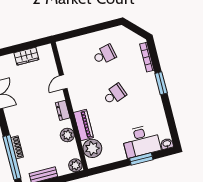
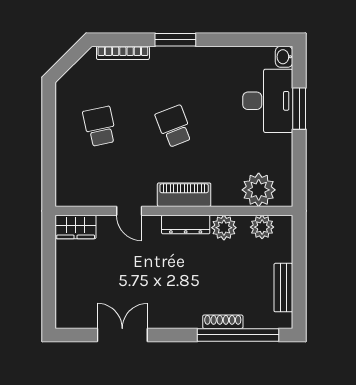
wardrobe: (26, 56) -> (76, 227), moved, turned 90
dresser: (63, 110) -> (186, 225), width x1.44
piano: (83, 125) -> (184, 195), moved
plant: (75, 165) -> (262, 227), moved

